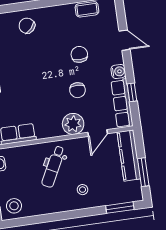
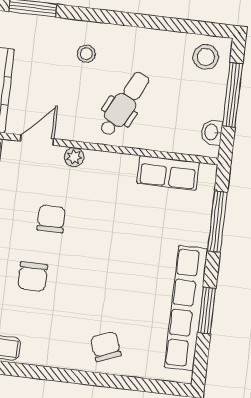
chair: (27, 26) -> (106, 347), turned -153
plant: (73, 124) -> (74, 157), width x0.53, depth x0.53

